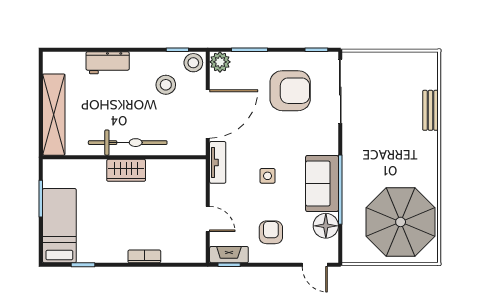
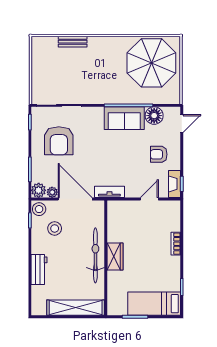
plant: (217, 81) -> (52, 192), added
armchair: (290, 91) -> (59, 141), turned 180
side table: (268, 176) -> (119, 157), removed

